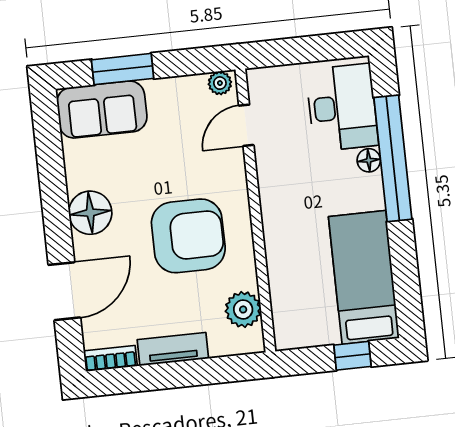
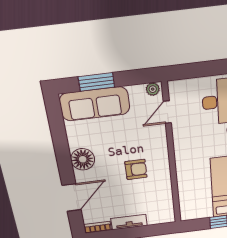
sofa: (102, 110) -> (95, 104), width x1.36
armchair: (188, 236) -> (136, 169), width x0.53, depth x0.53
plant: (243, 309) -> (165, 203), removed

